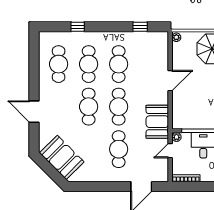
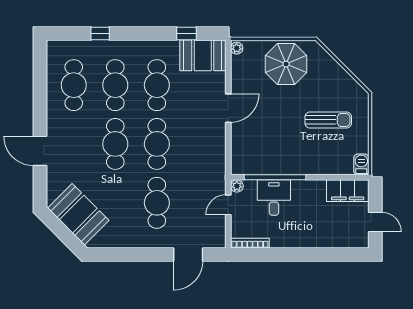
booth: (157, 122) -> (203, 55), moved, turned 90

